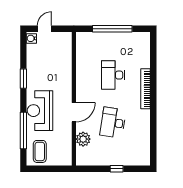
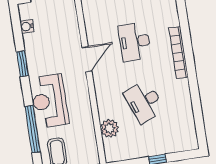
water cooler: (31, 38) -> (27, 26), moved
door: (74, 112) -> (87, 59), moved
desk: (113, 123) -> (144, 102), turned -30

